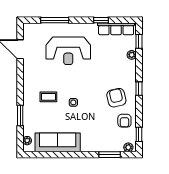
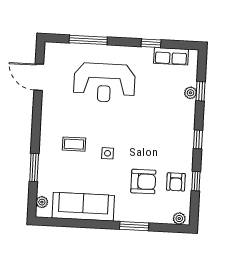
row of seats: (116, 29) -> (171, 56), width x0.68
window: (139, 41) -> (201, 91), moved
armchair: (116, 98) -> (143, 181), moved, turned 103
window: (139, 134) -> (196, 181), moved
window: (110, 155) -> (134, 226), moved

